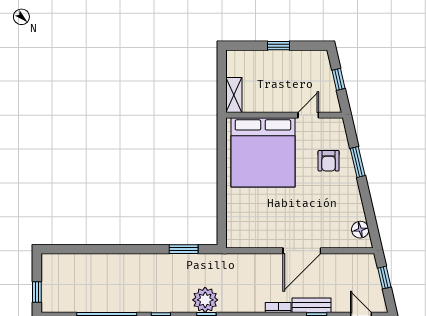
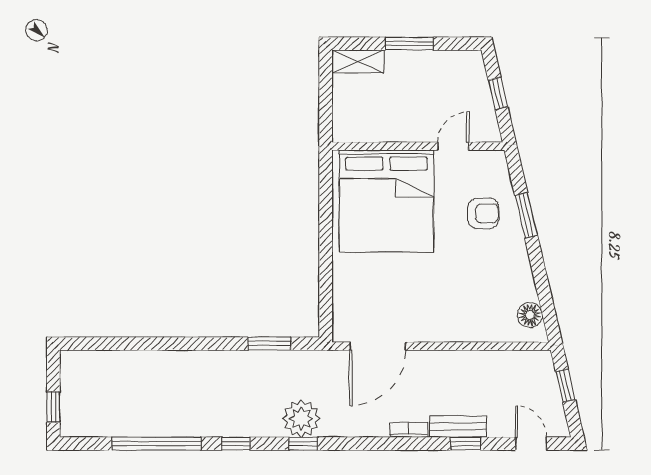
window: (278, 46) -> (409, 44), width x1.50
shelving: (234, 95) -> (358, 62), moved, turned 90
armchair: (329, 161) -> (483, 213), turned -90
door: (302, 251) -> (378, 346), moved

